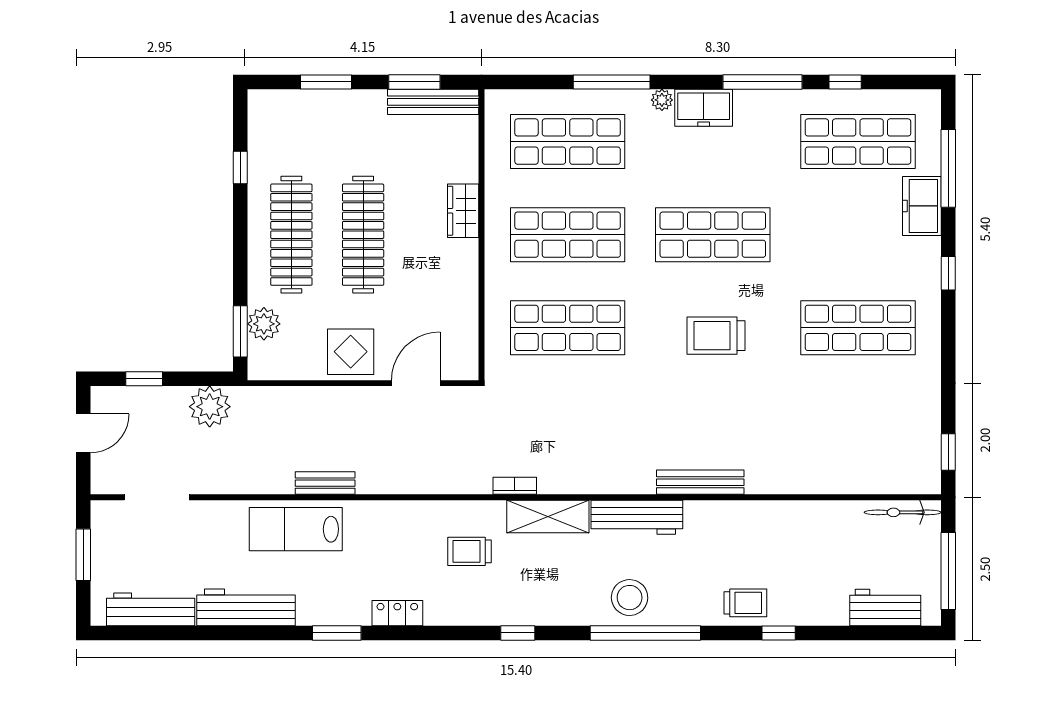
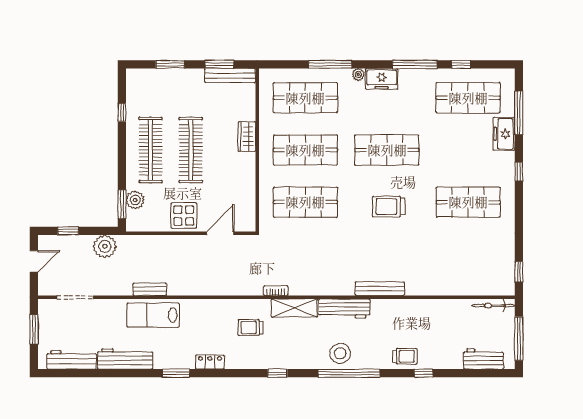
bench: (325, 483) -> (150, 289), moved

